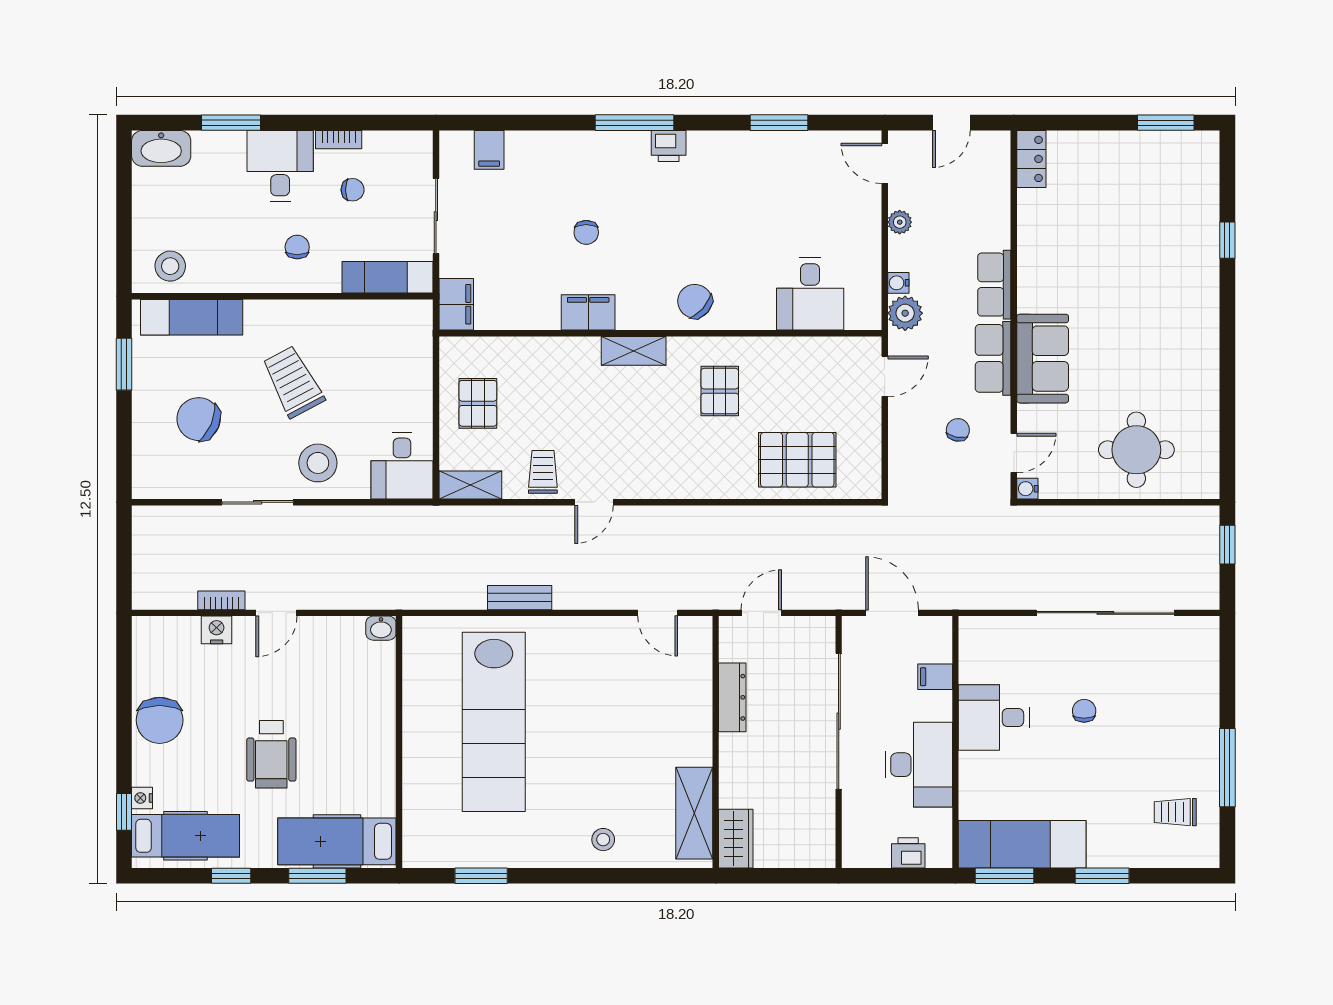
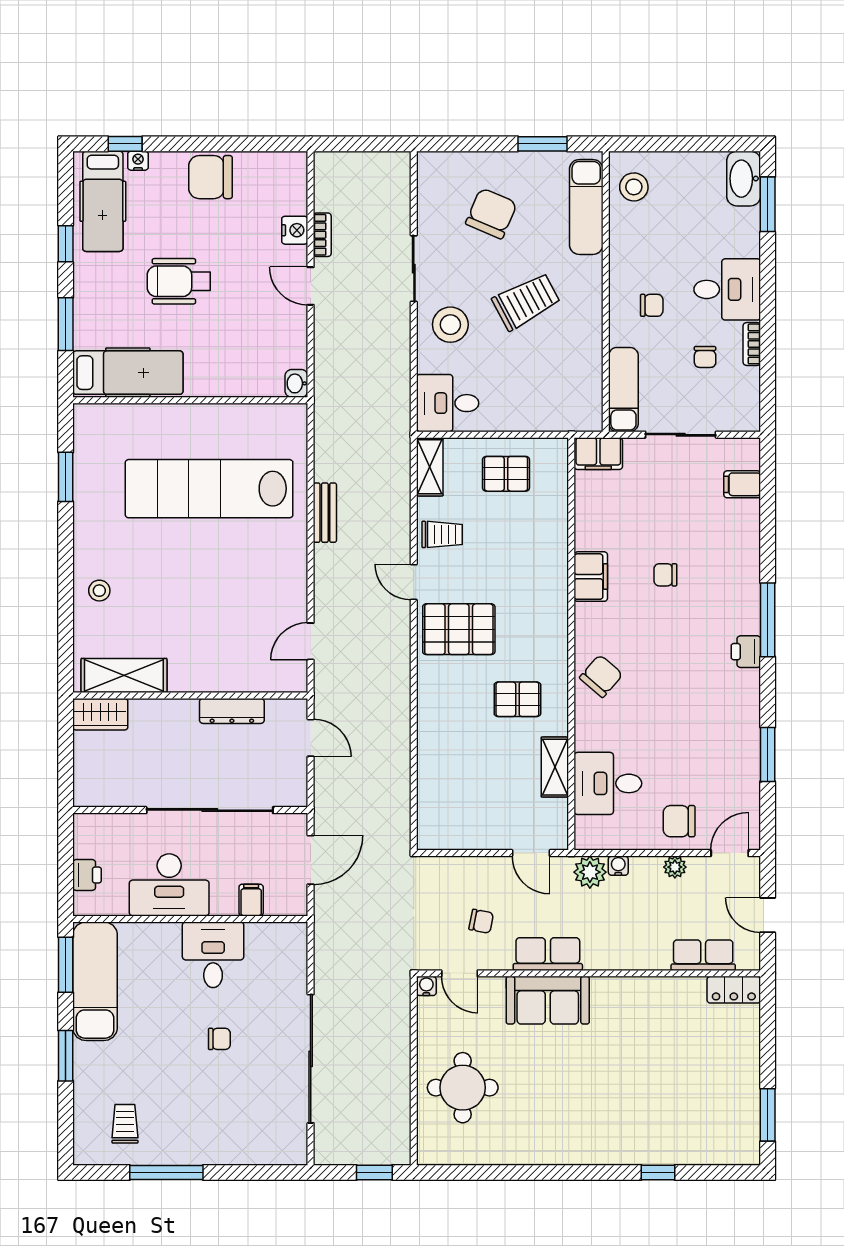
window: (231, 123) -> (768, 204), moved
chair: (851, 218) -> (679, 821), added
row of seats: (994, 285) -> (703, 955), moved
shelving: (634, 351) -> (555, 767), moved
pallet: (797, 460) -> (459, 629), moved, turned 90
hospital bed: (337, 841) -> (128, 373), moved, turned 90

